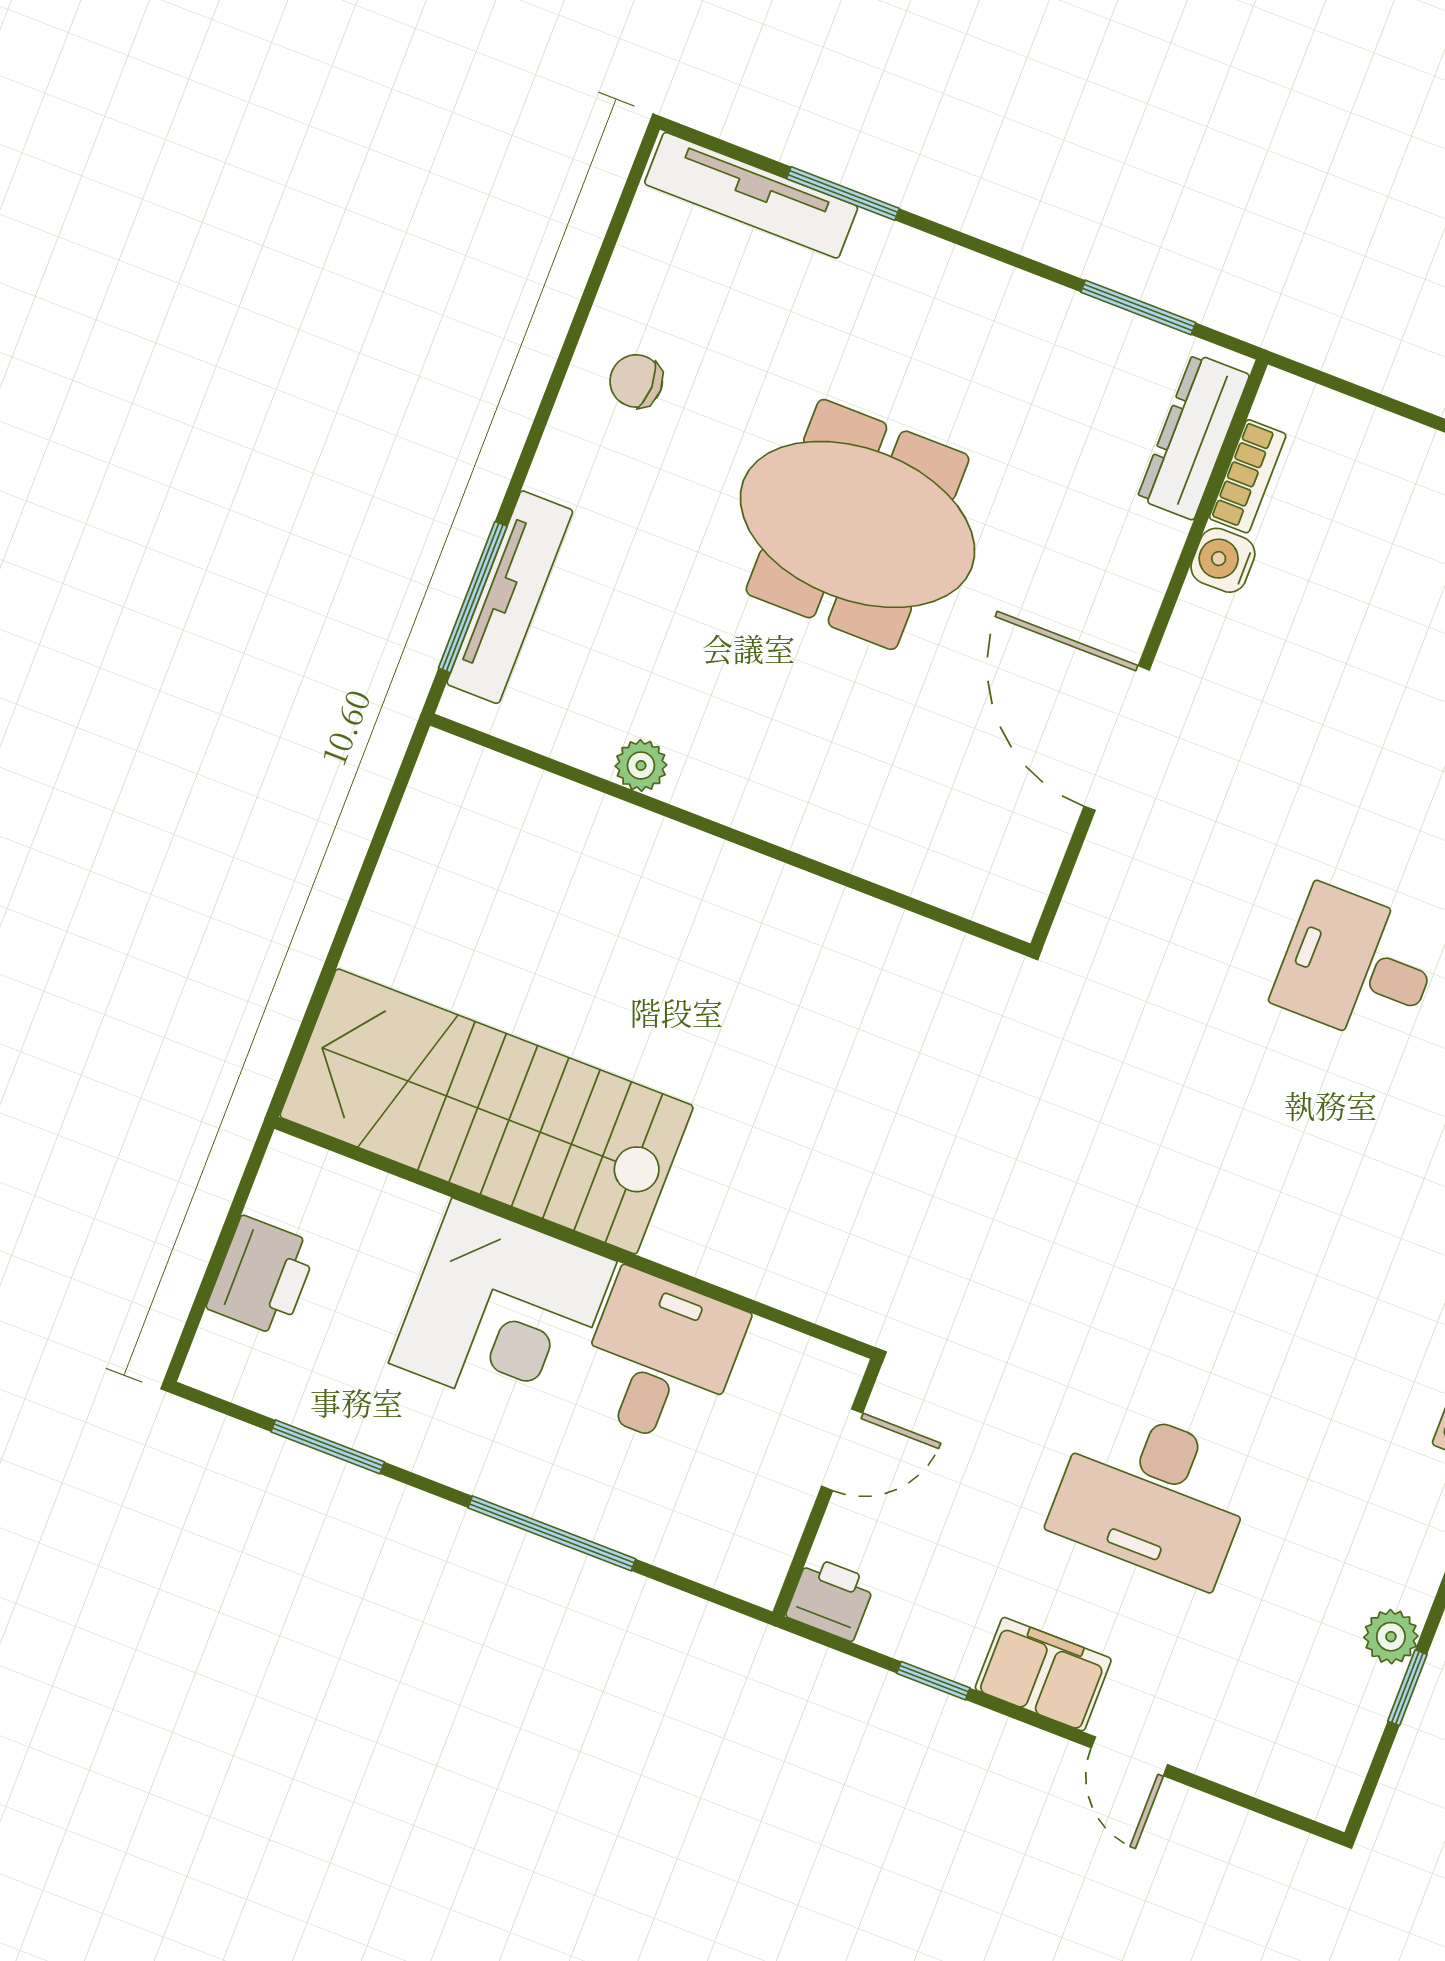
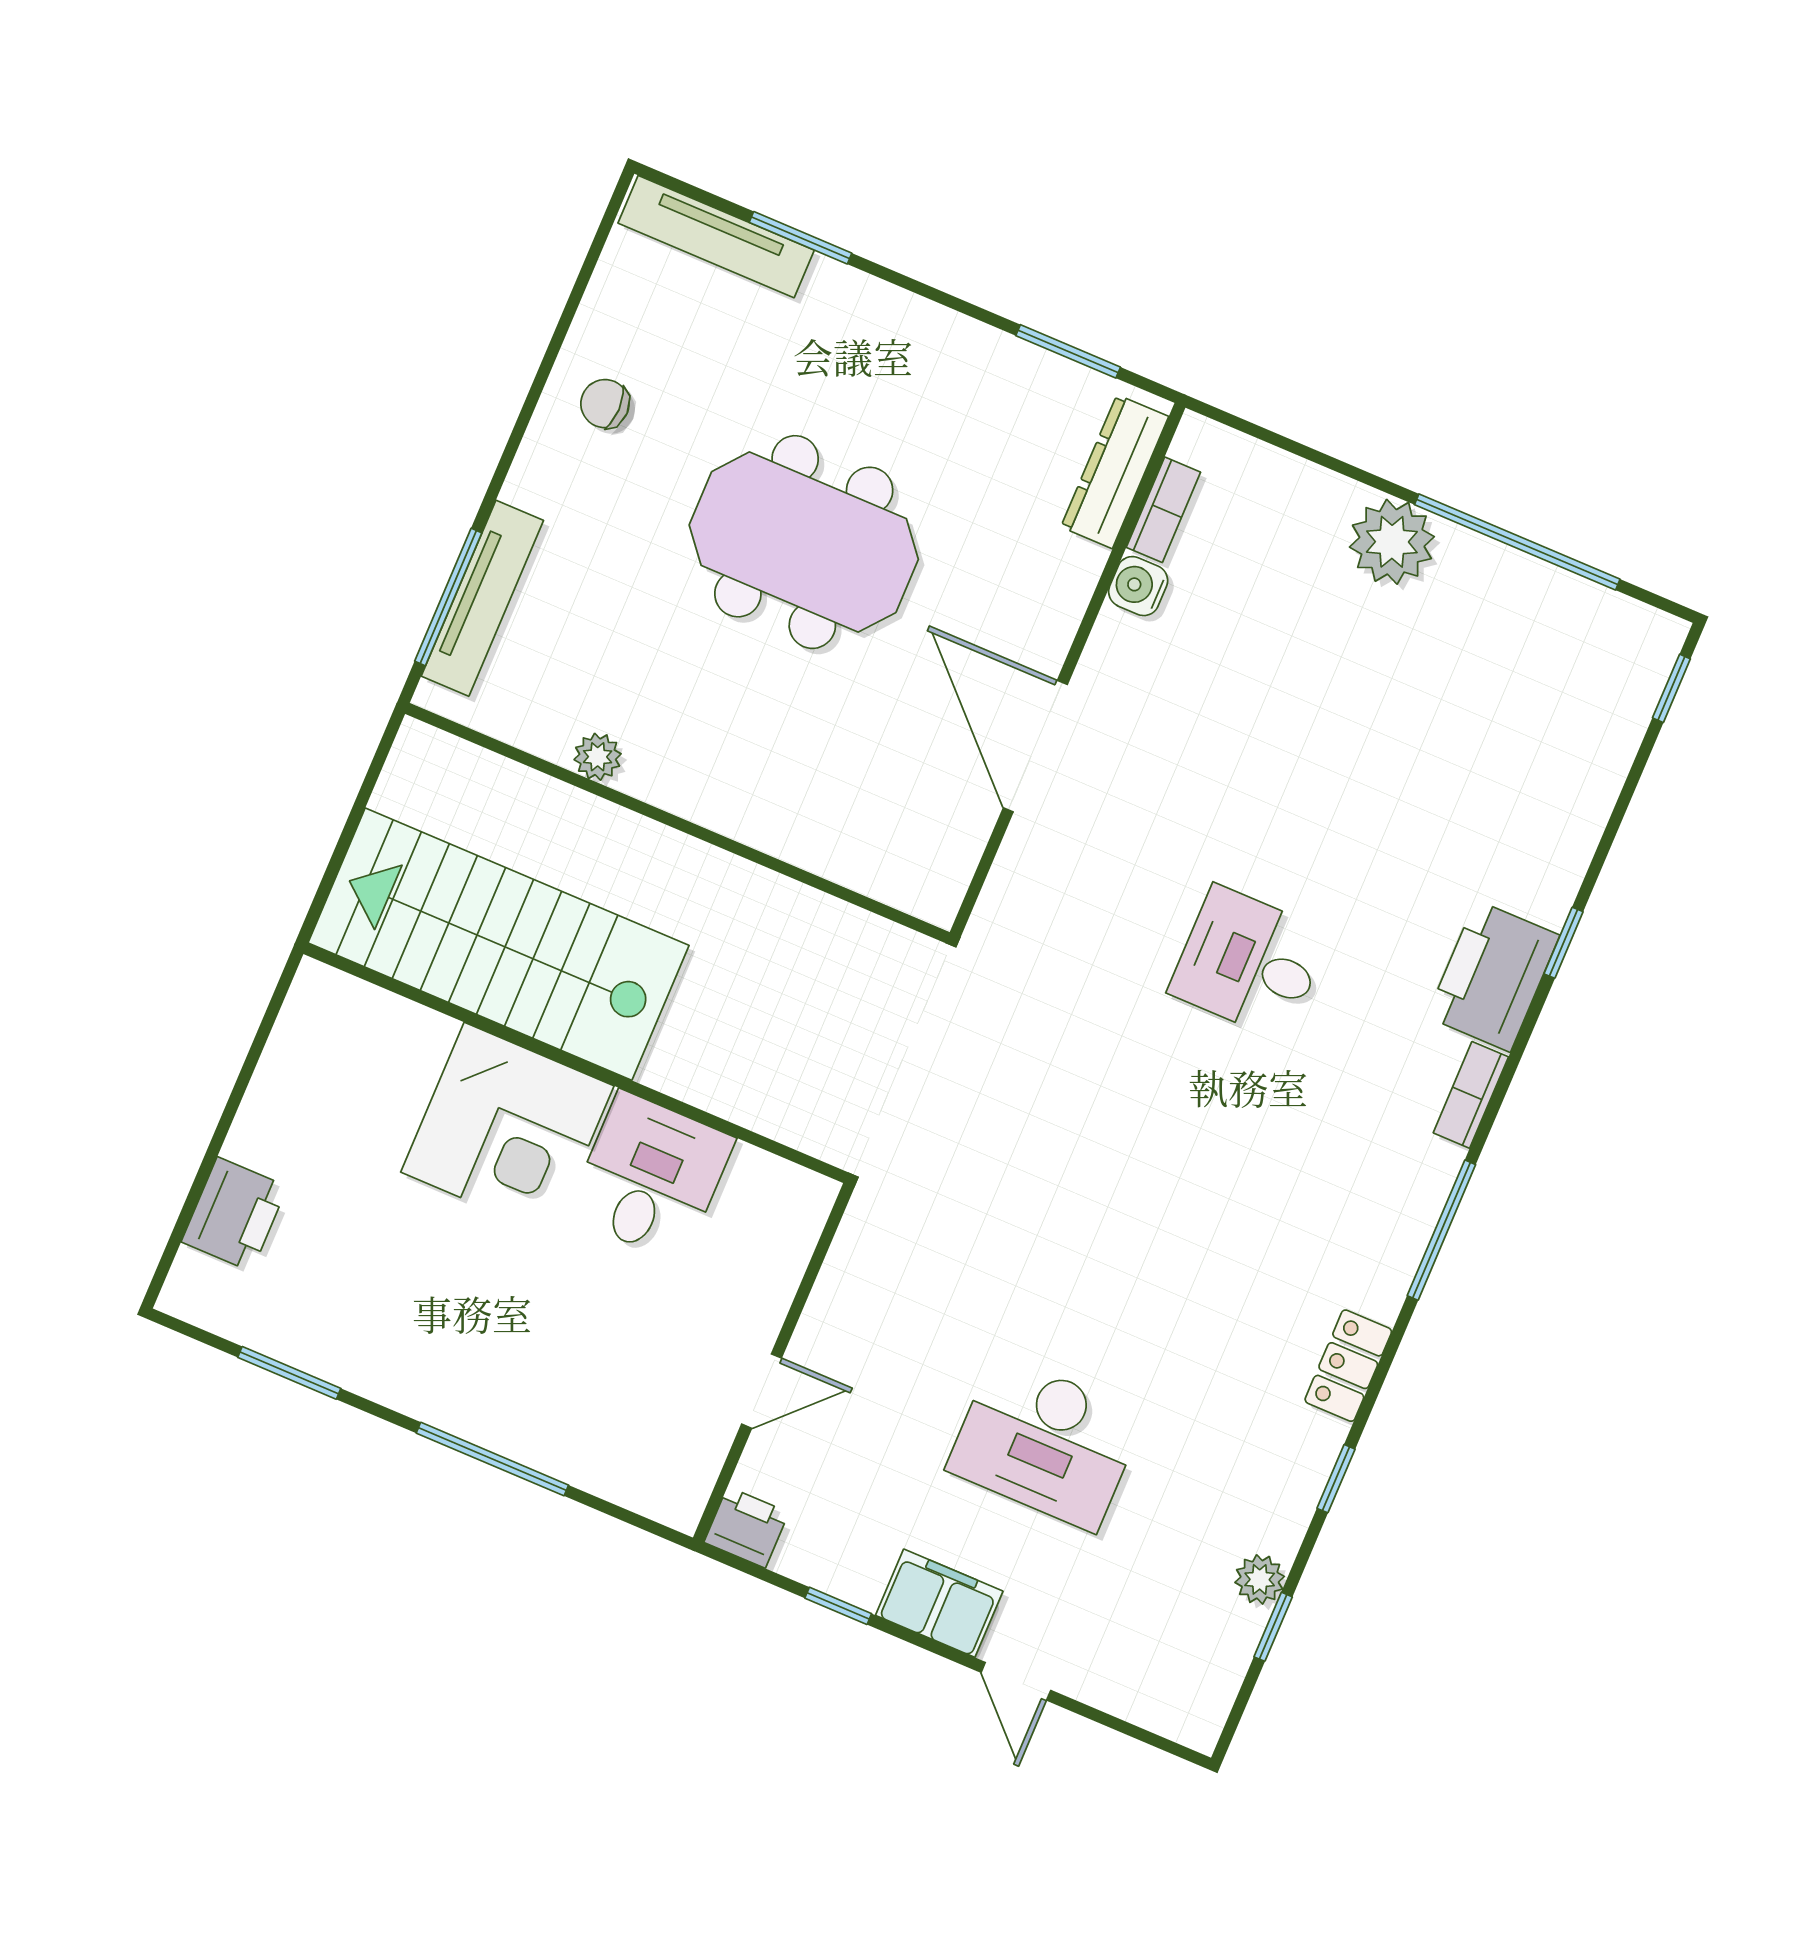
stairs: (486, 1111) -> (499, 944), moved
wall: (575, 1238) -> (576, 1063), moved
corner desk: (503, 1312) -> (507, 1129), moved
desk: (660, 1359) -> (651, 1177), moved

